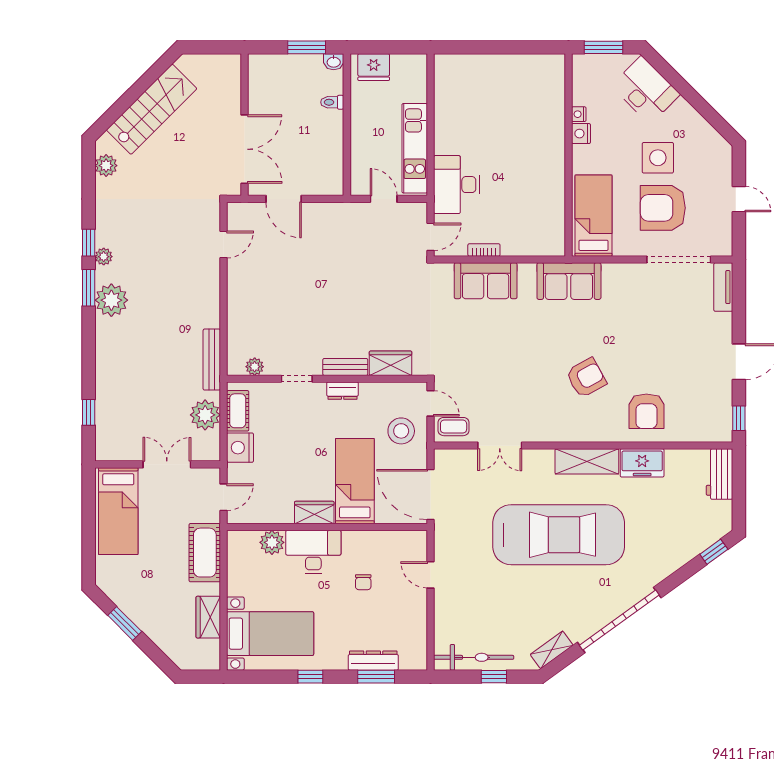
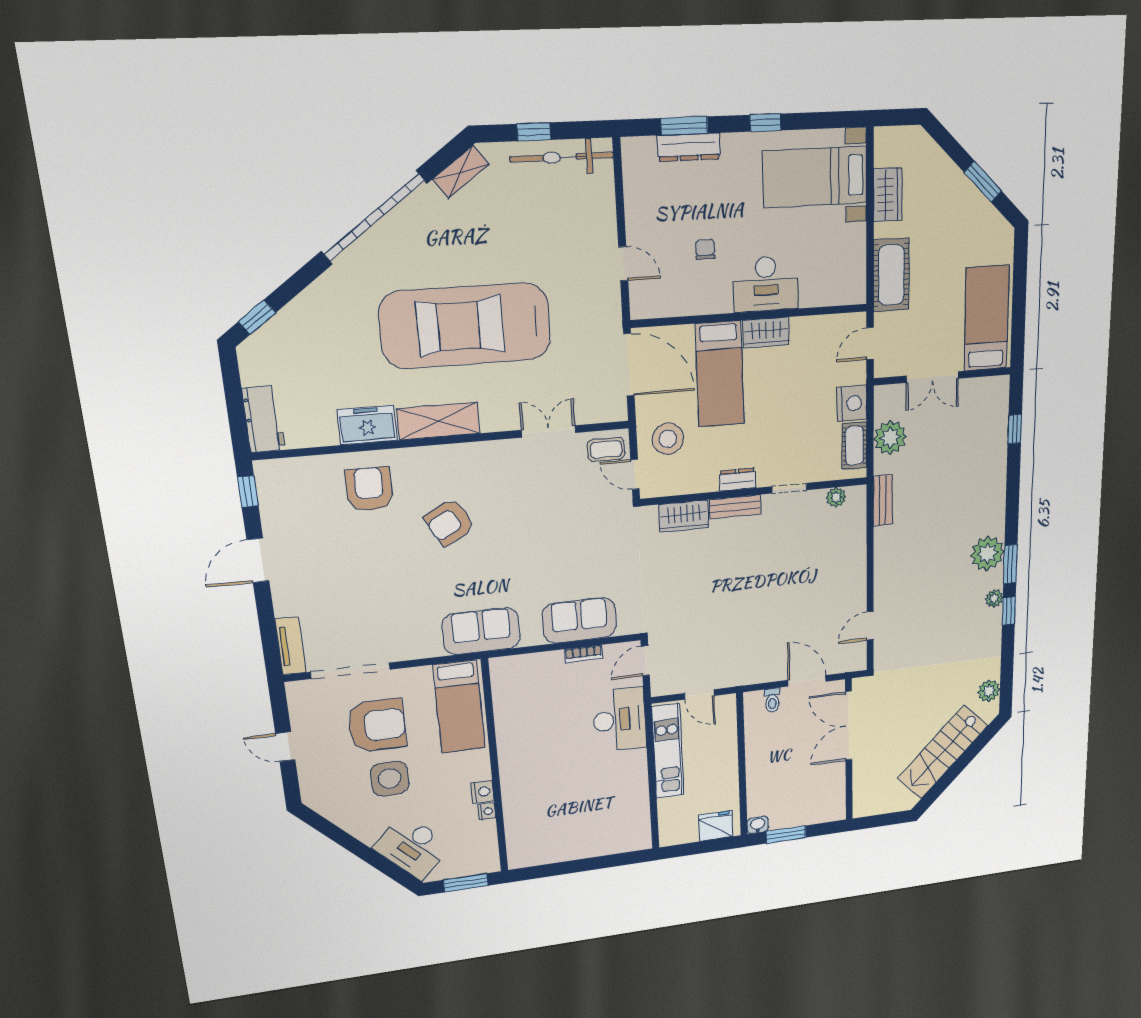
toilet: (332, 102) -> (772, 700), moved, turned 90
bench: (212, 360) -> (883, 500), width x0.73
plant: (272, 542) -> (814, 292), removed

